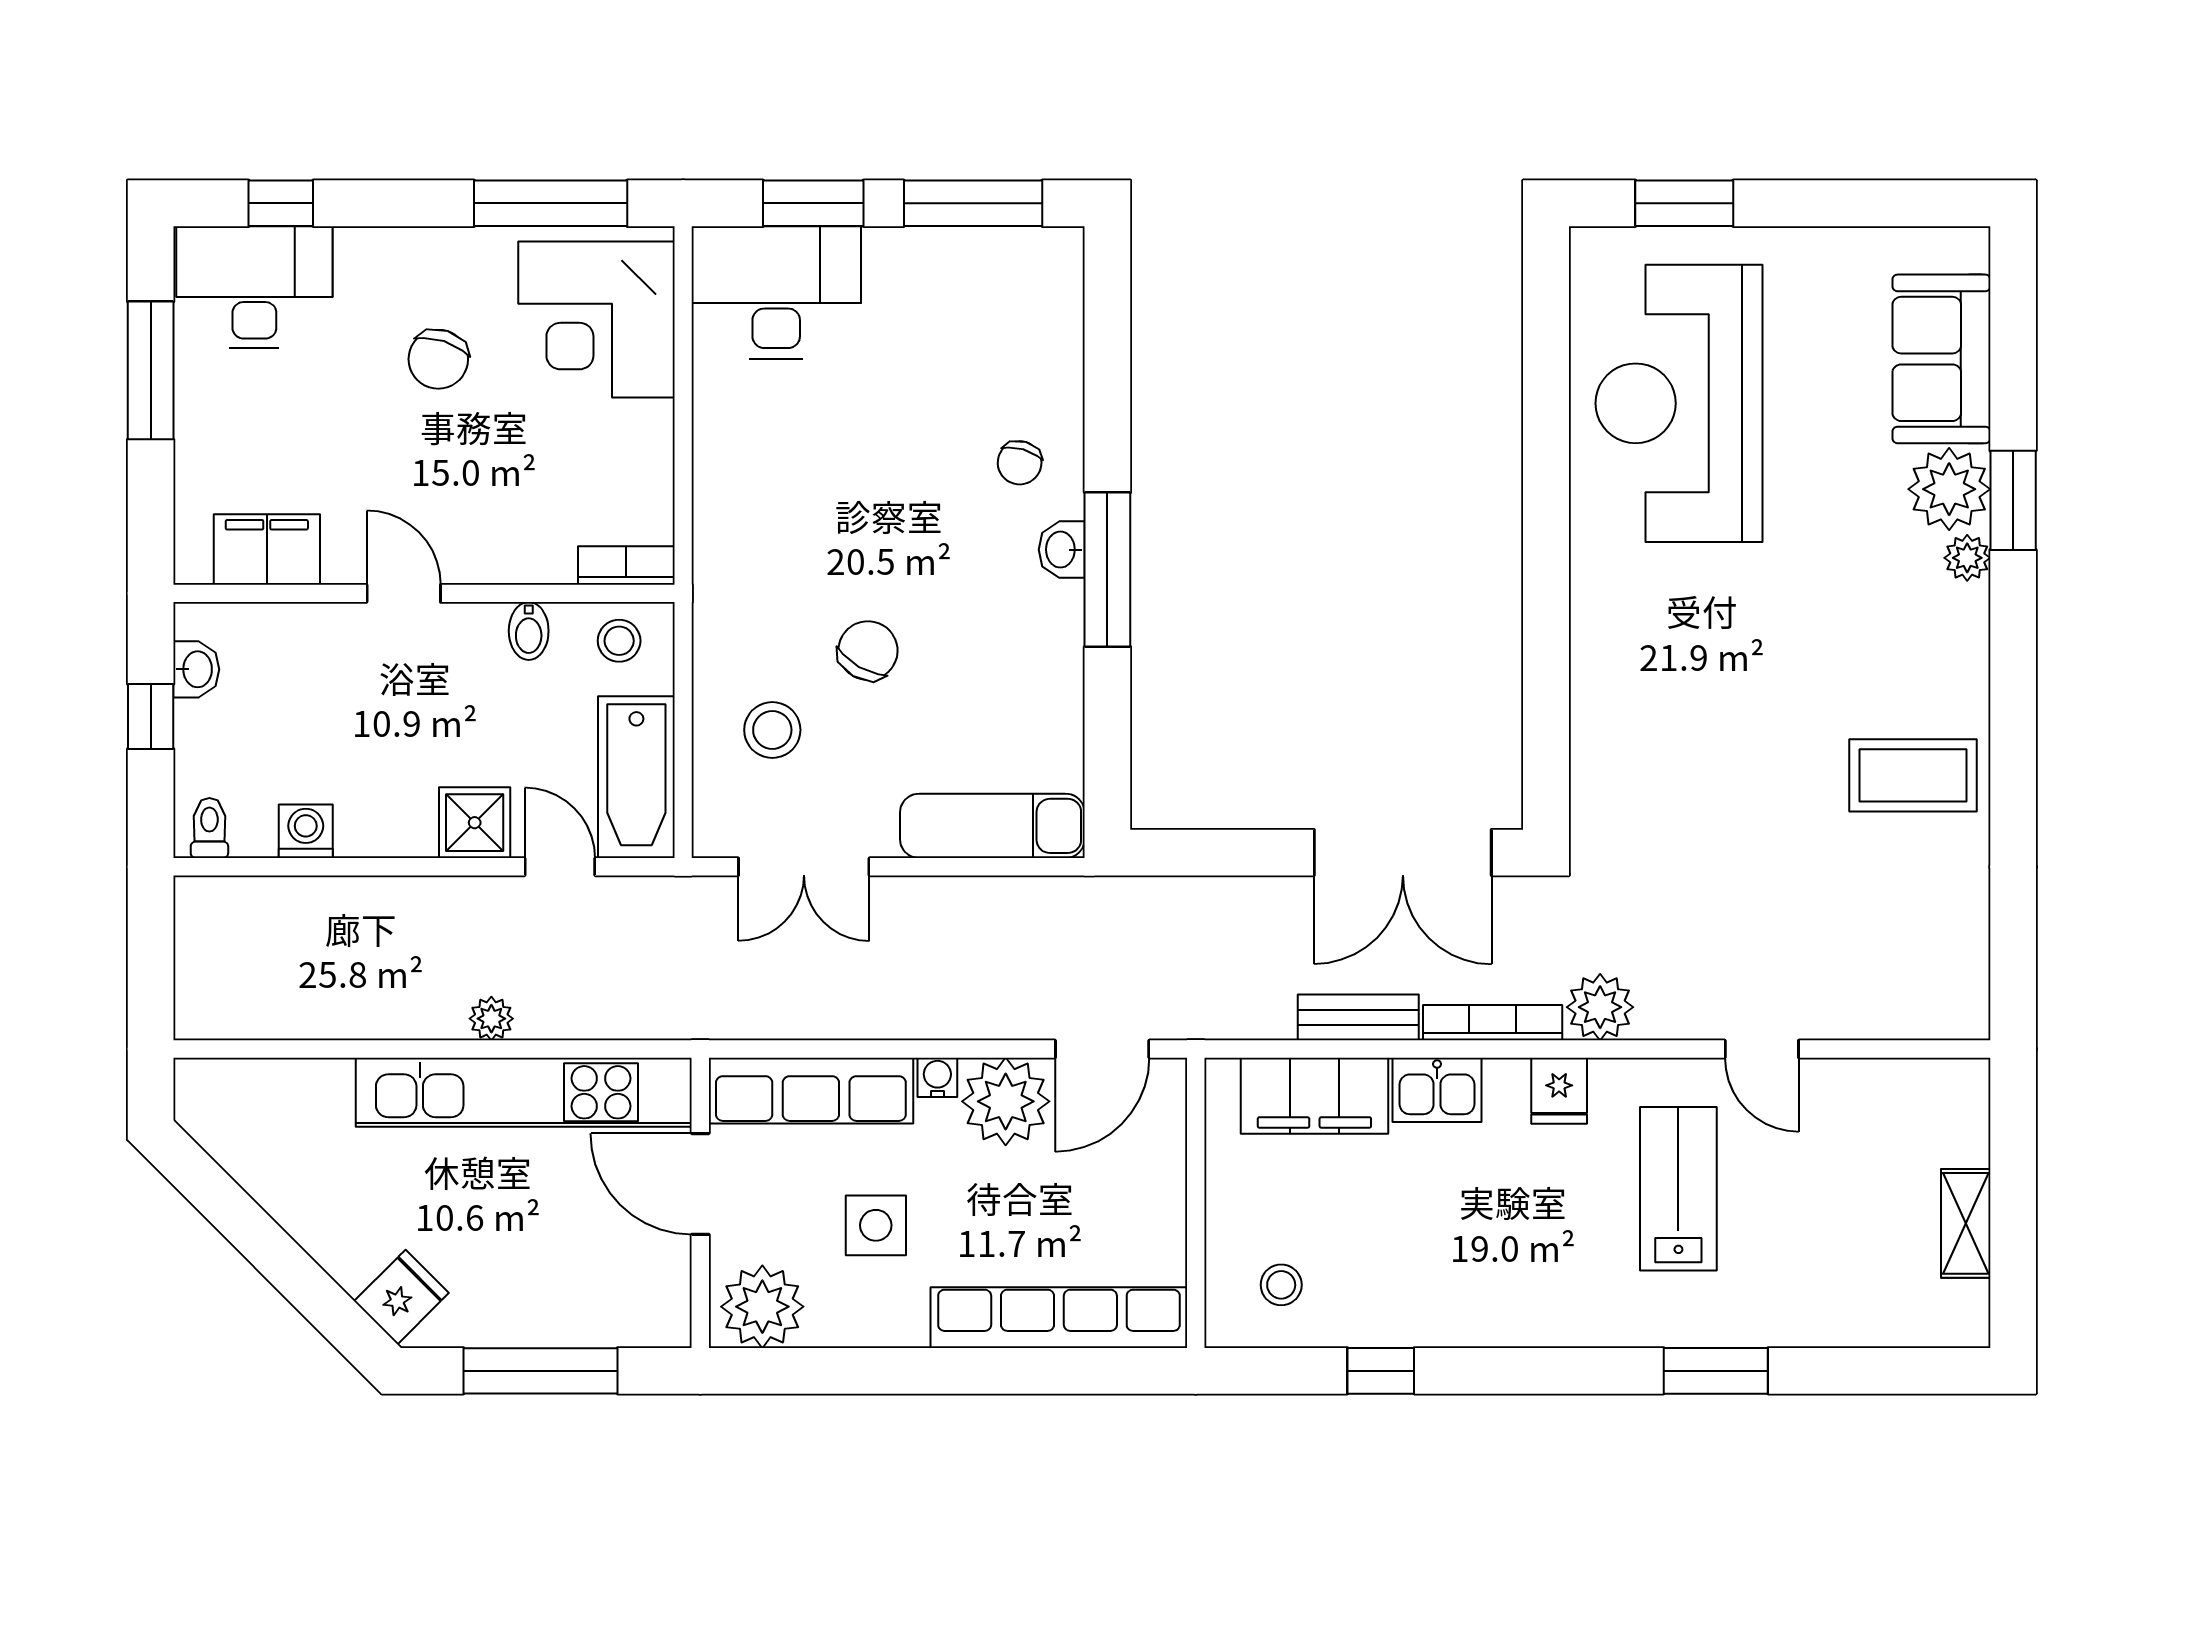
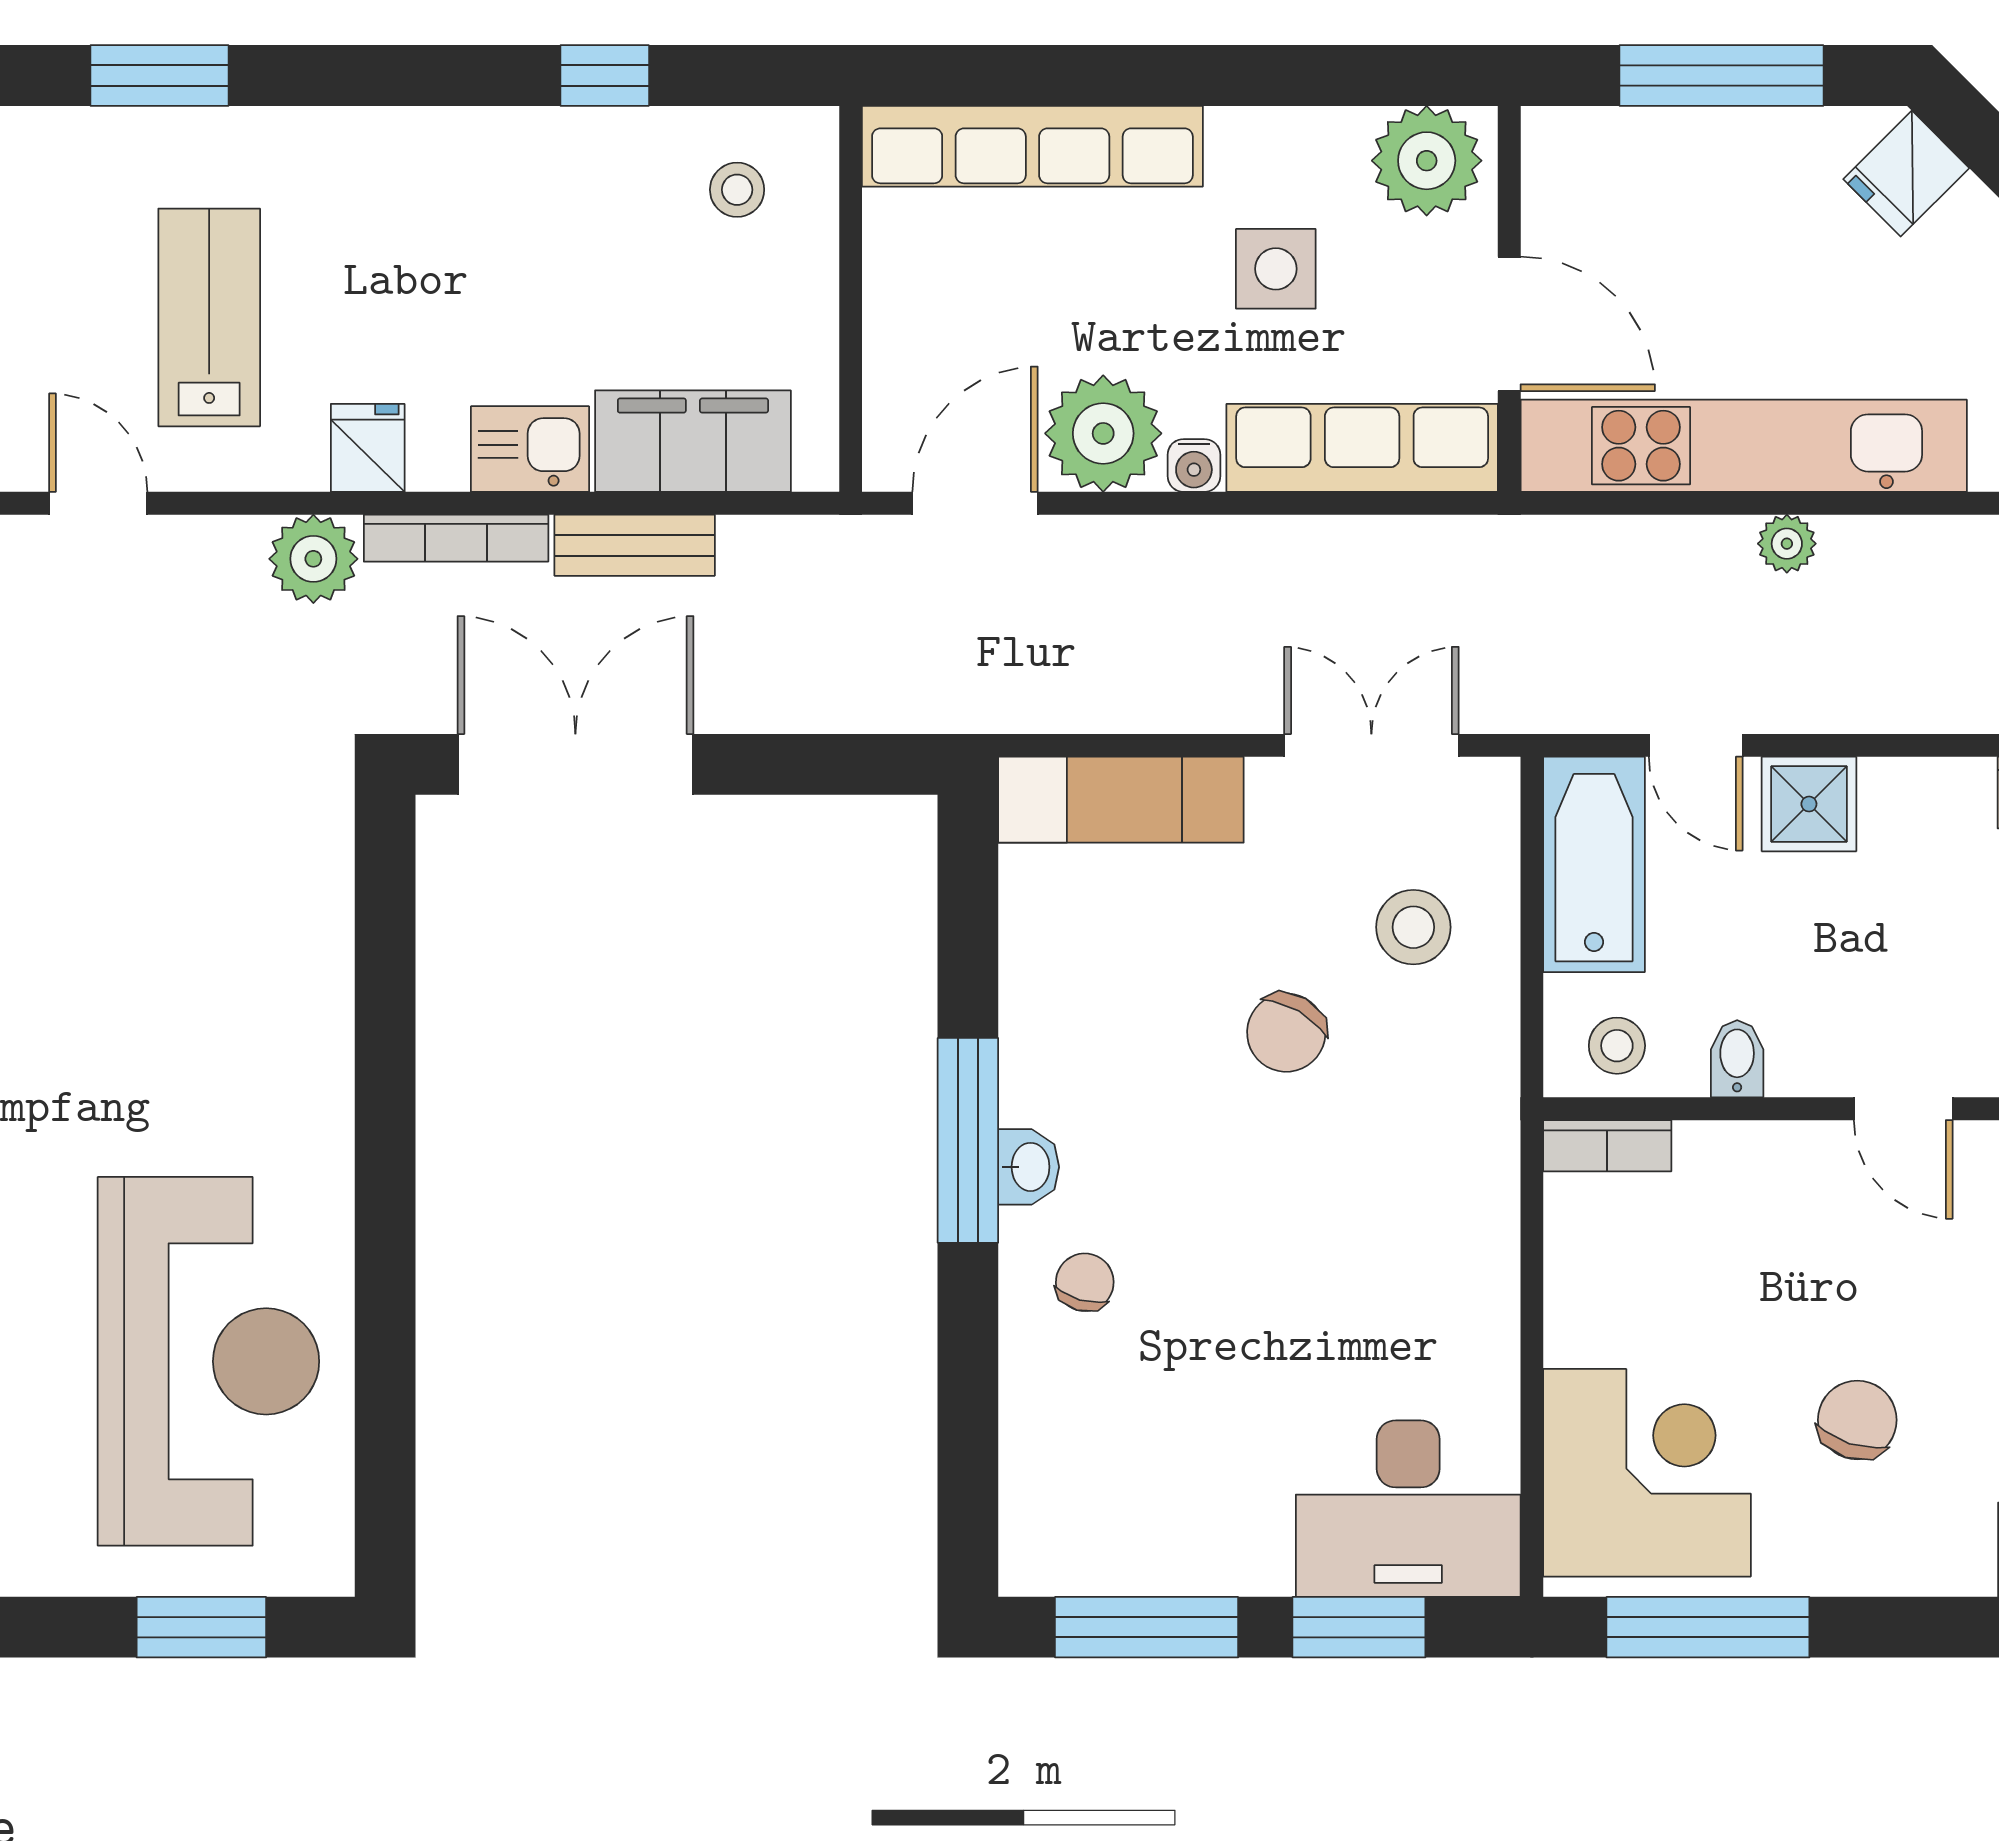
lab bench: (1678, 1189) -> (209, 317), turned 180

